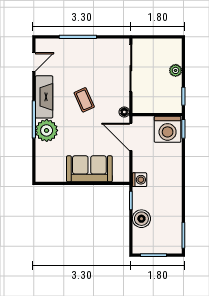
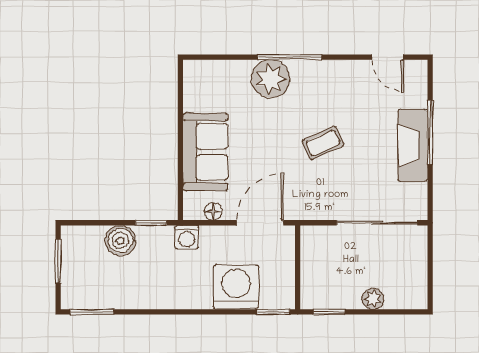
fireplace: (44, 97) -> (413, 145), moved, turned 90
floor lamp: (124, 112) -> (213, 211), moved
washing machine: (168, 129) -> (236, 287), moved, turned 90

